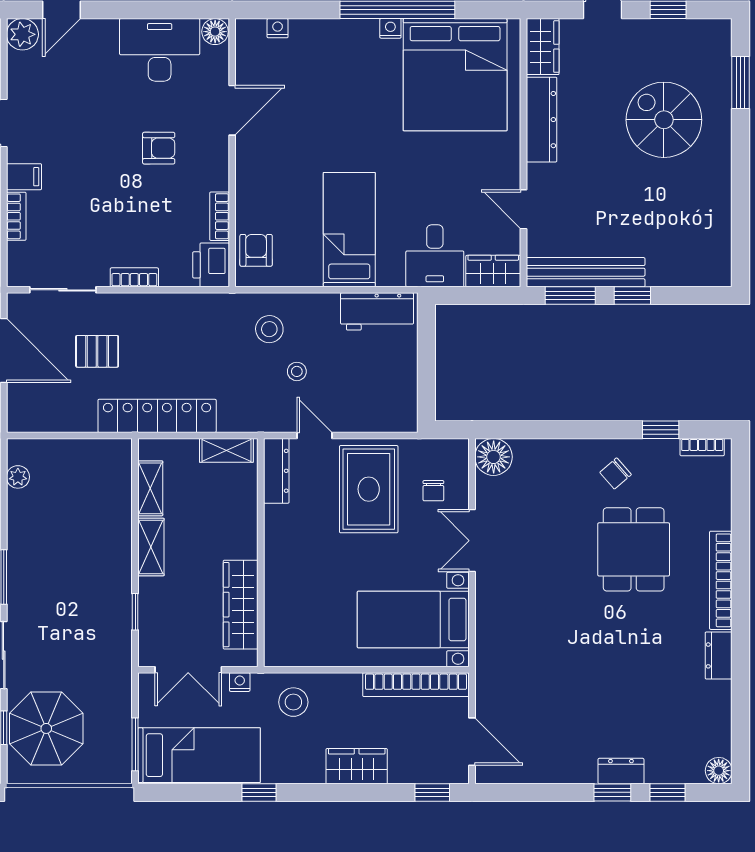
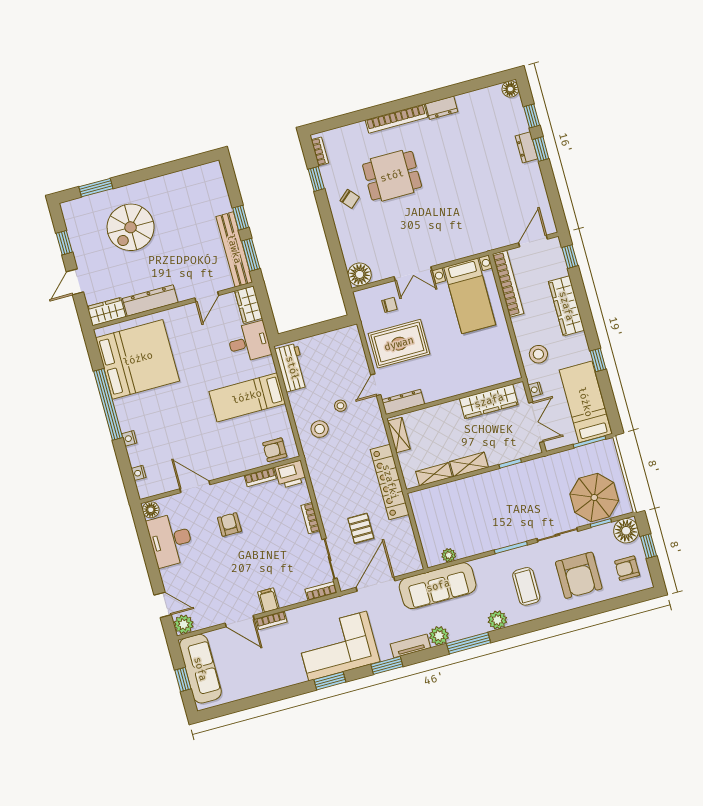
nightstand: (390, 28) -> (129, 438), moved
bookcase: (16, 216) -> (321, 591), moved
wardrobe: (357, 766) -> (566, 306), width x1.50

